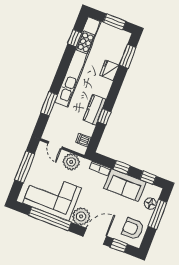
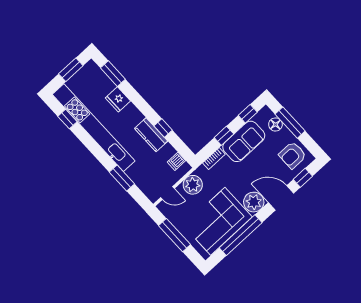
door: (95, 236) -> (281, 198), hinge flipped

